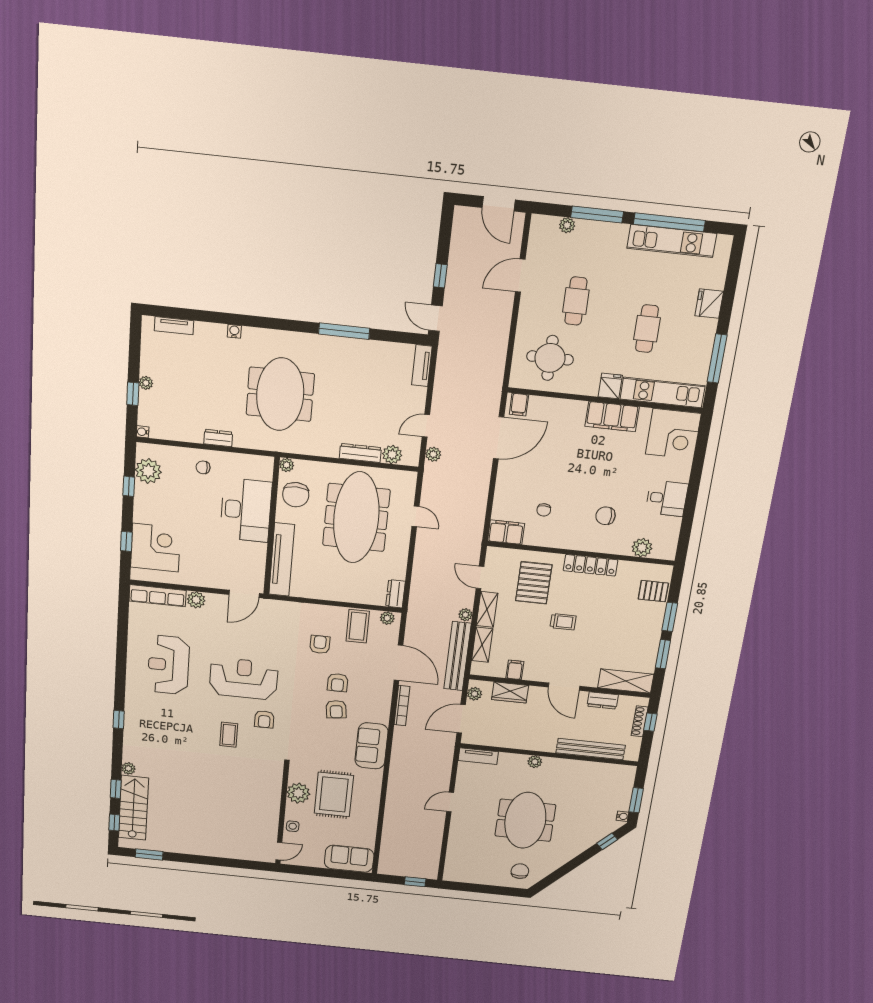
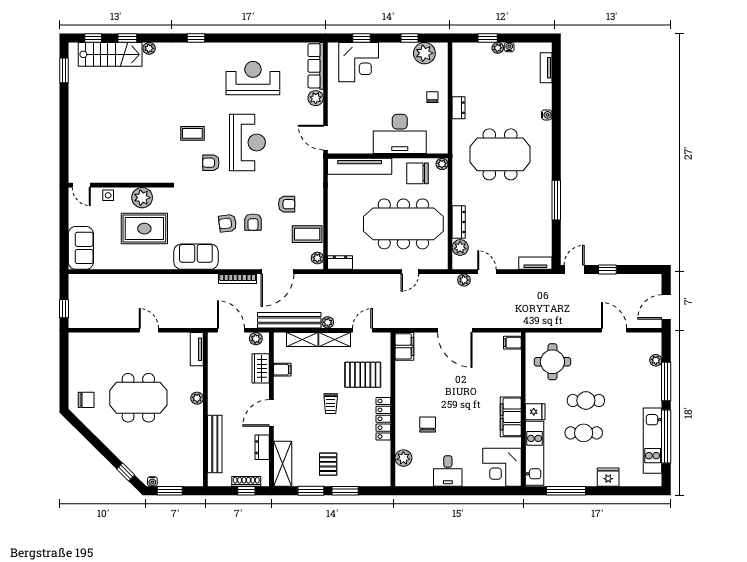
cafe table: (576, 301) -> (586, 400), moved
water cooler: (143, 432) -> (509, 47), moved
door: (499, 438) -> (455, 330), moved
chair: (544, 510) -> (427, 374), removed
pallet: (653, 591) -> (328, 464), moved
armchair: (338, 683) -> (253, 222), turned -90

